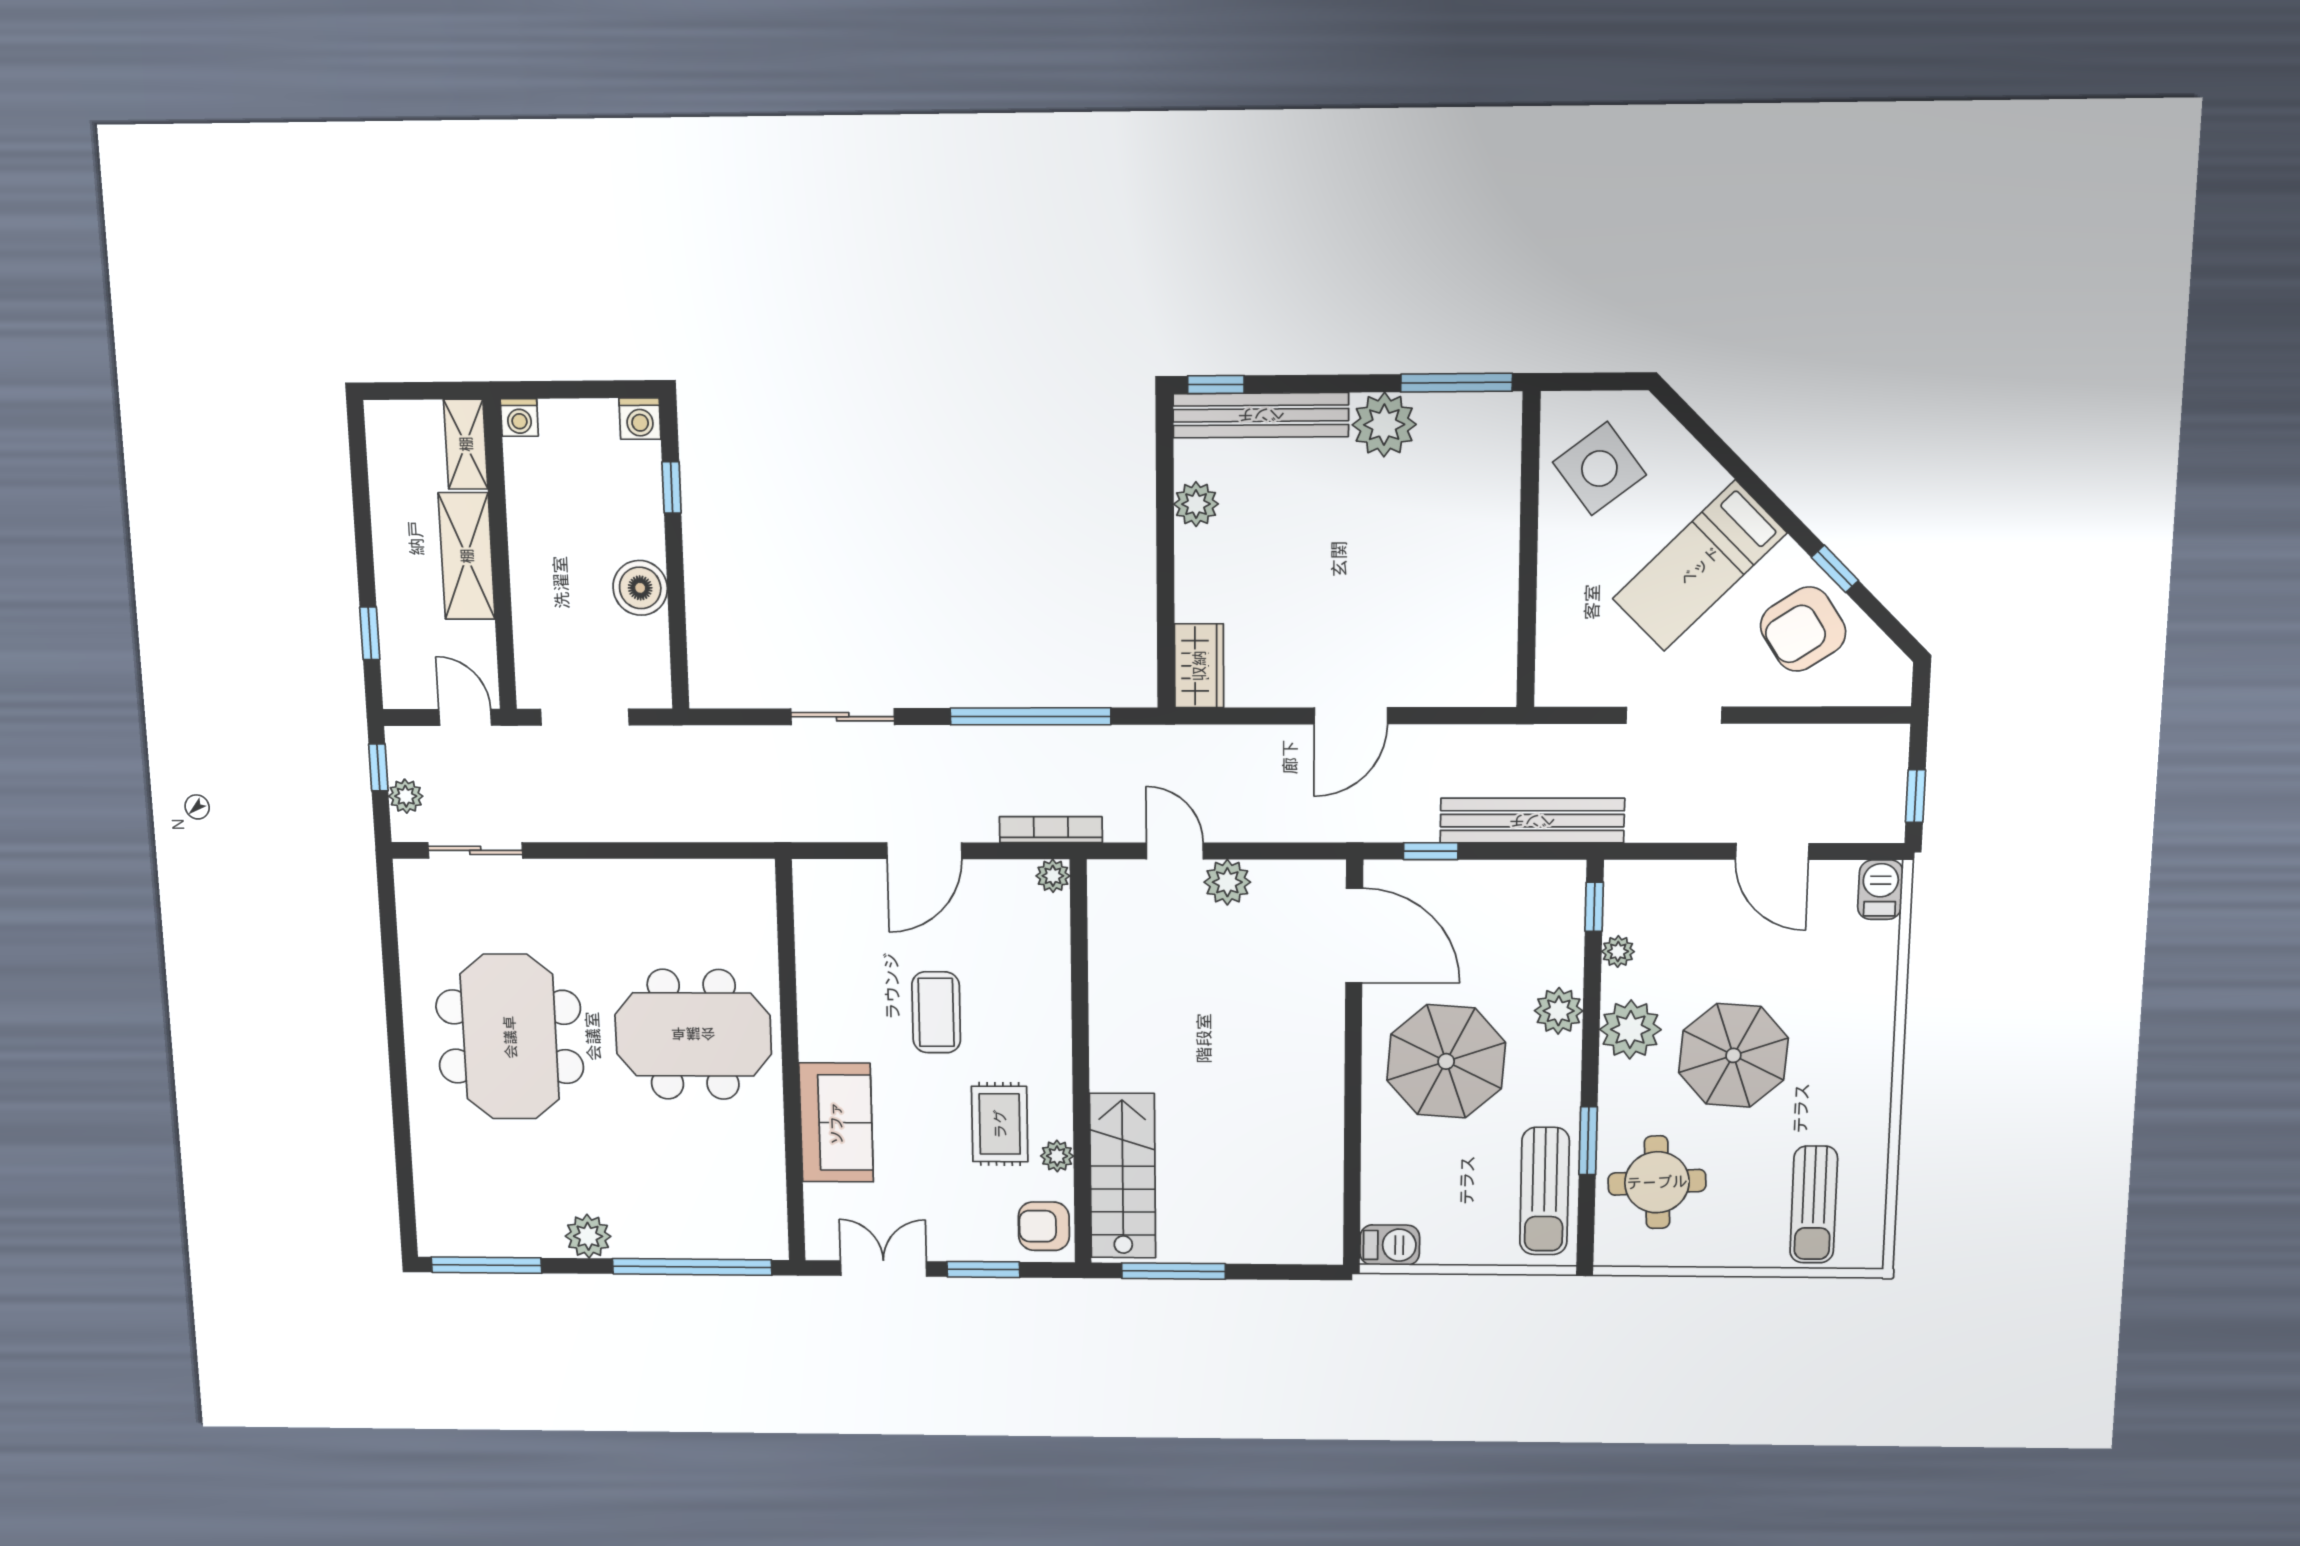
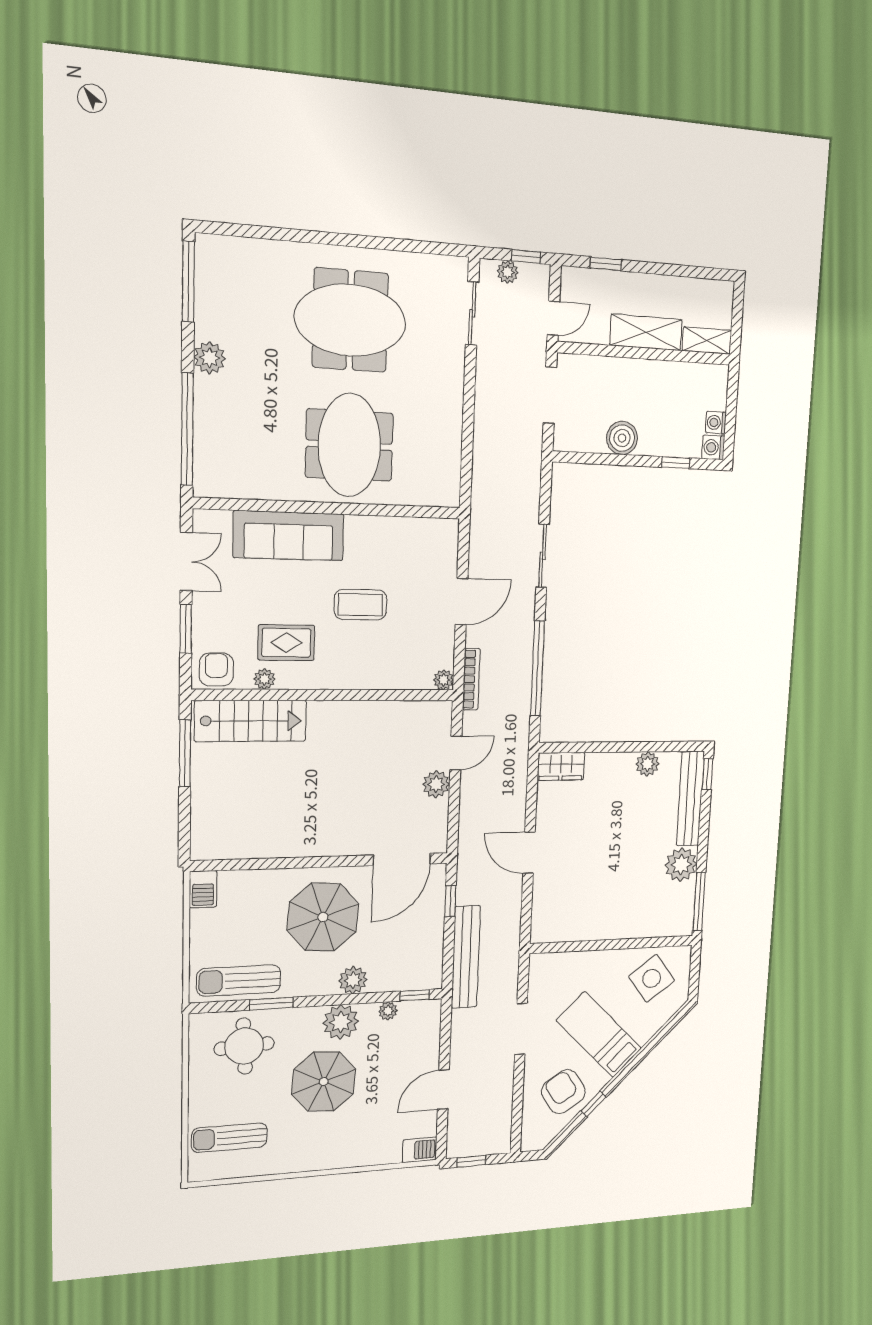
washing machine: (519, 418) -> (716, 423), moved
door: (924, 851) -> (461, 602), swing flipped
sofa: (836, 1123) -> (289, 536), width x1.36

